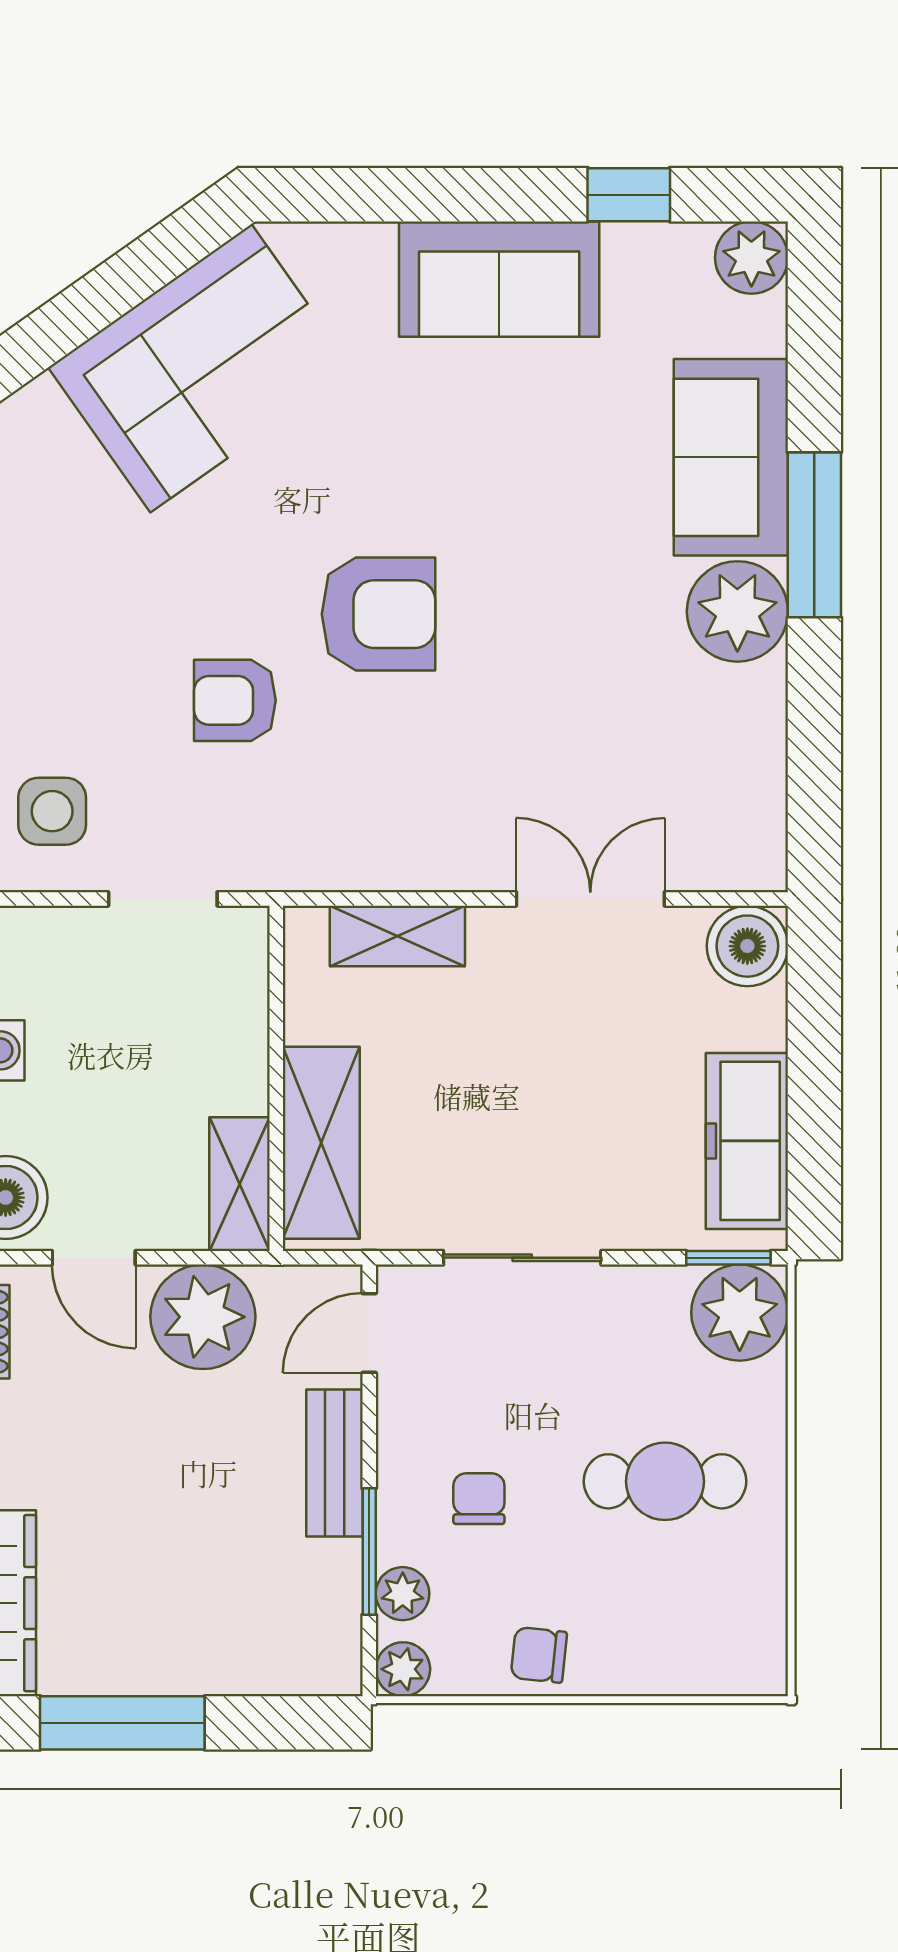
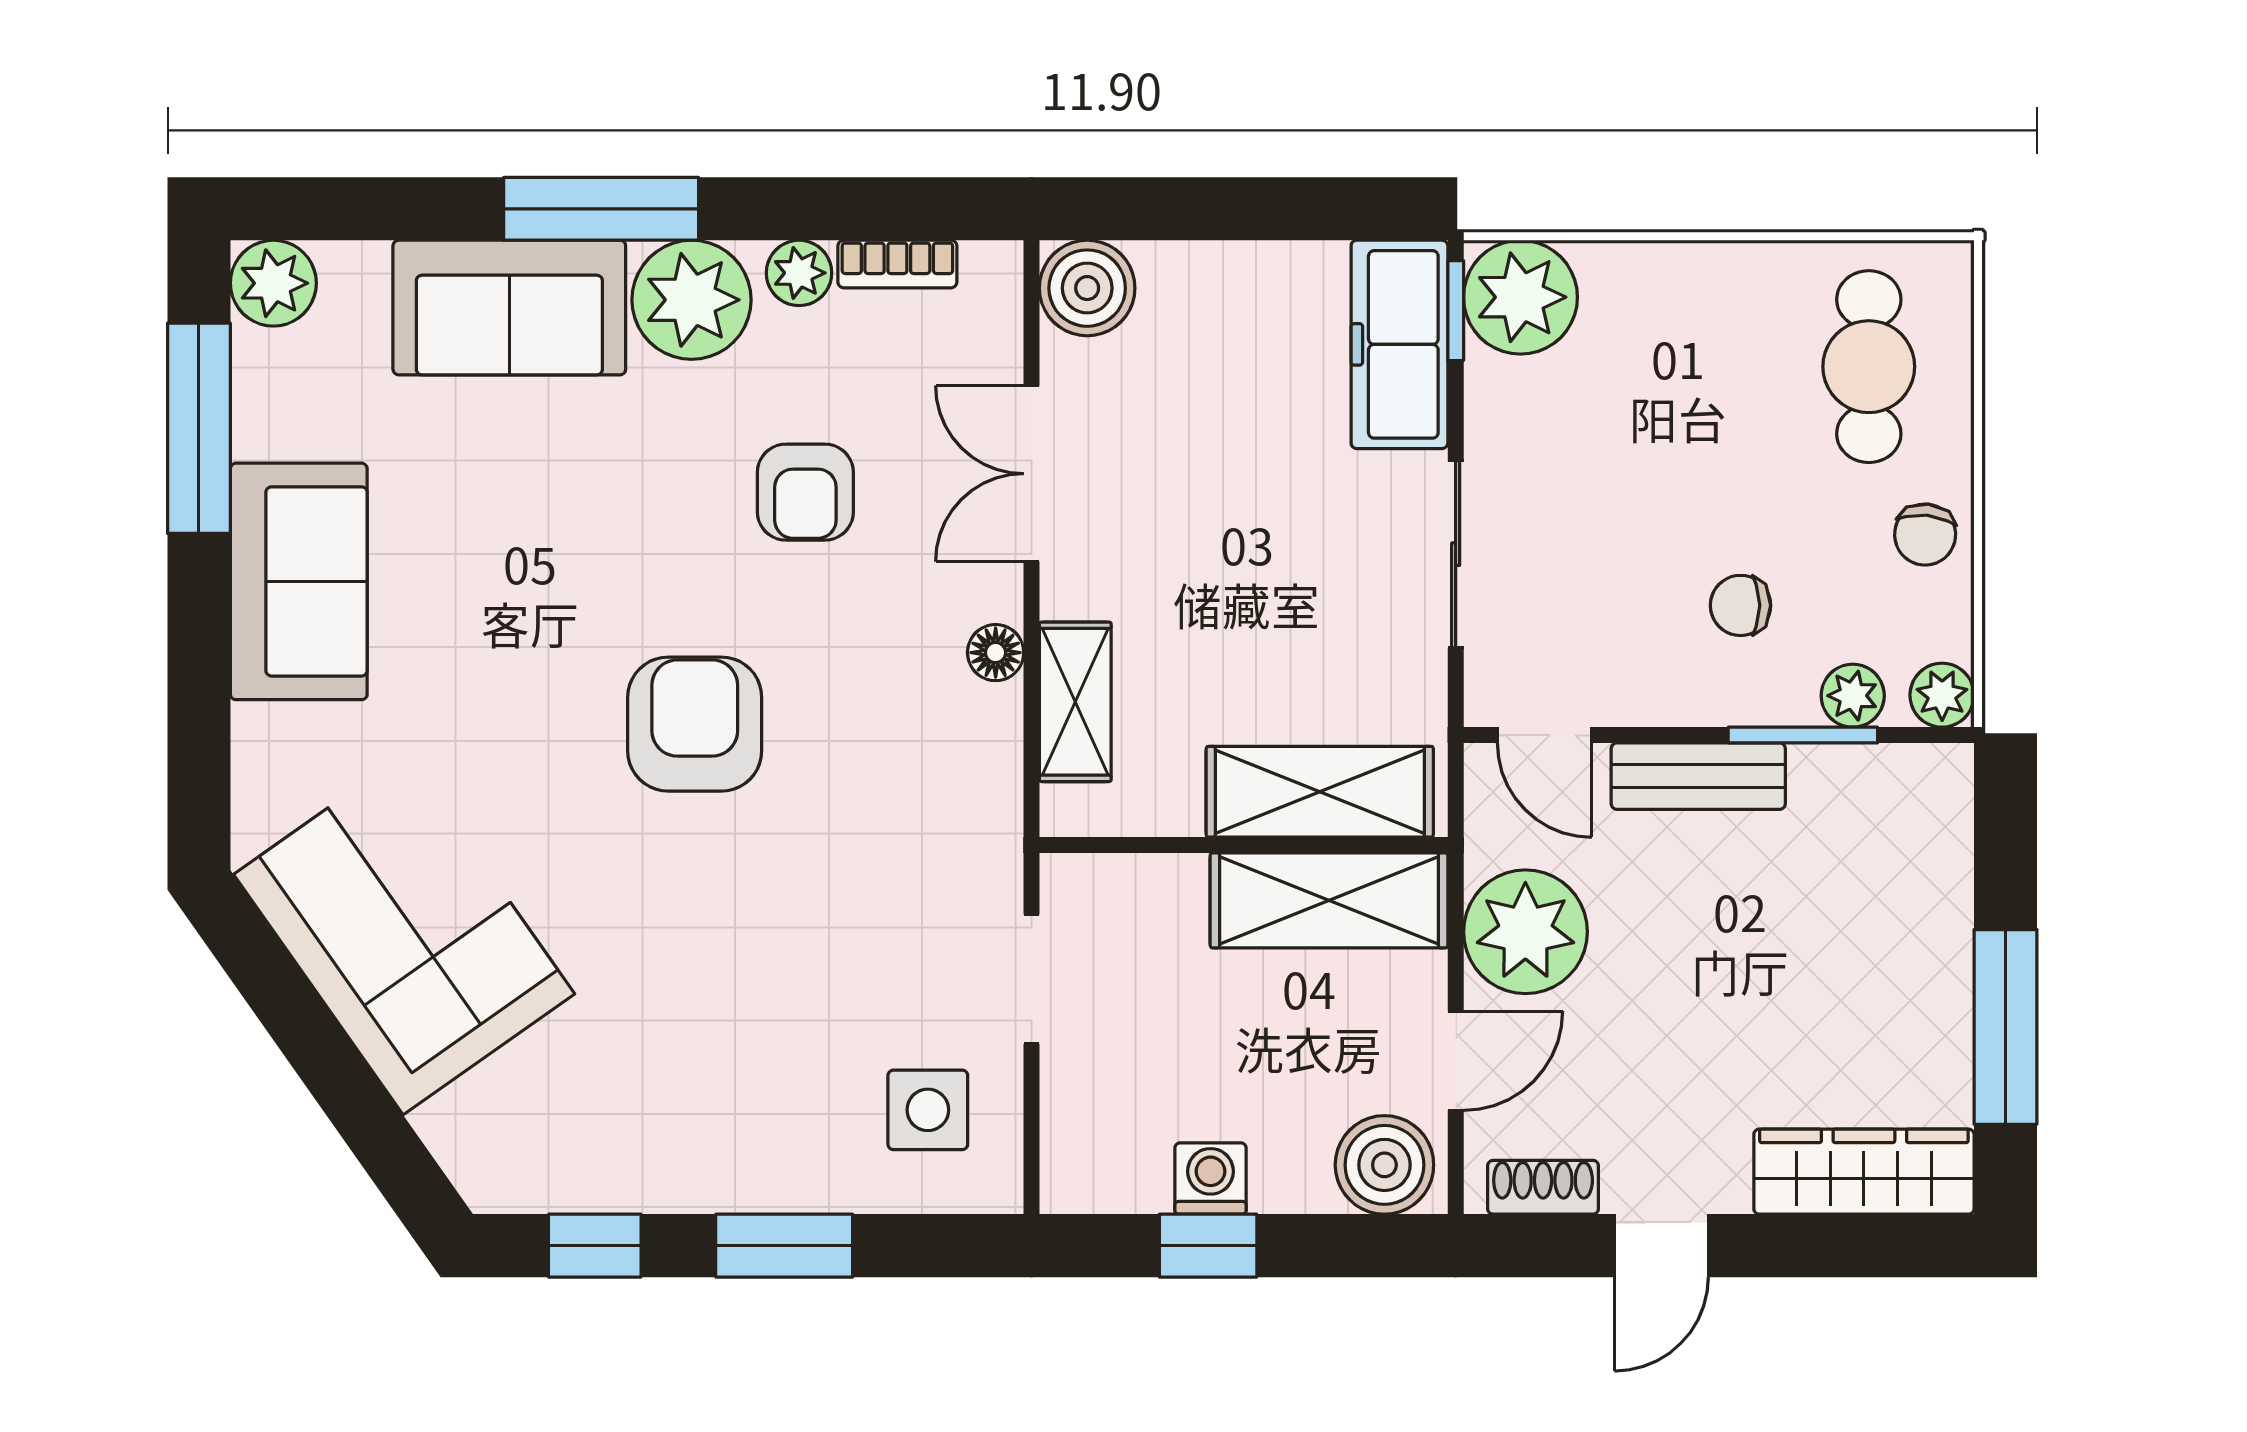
window: (629, 195) -> (199, 428), width x2.17
armchair: (235, 700) -> (805, 492), moved
plant: (760, 702) -> (799, 273), added
bookcase: (768, 786) -> (897, 264), added
floor lamp: (439, 869) -> (996, 653), added
freezer: (747, 1141) -> (1399, 344), moved, turned 90
shelving: (239, 1184) -> (1329, 900), width x1.50, depth x1.33
cafe table: (665, 1481) -> (1869, 367), moved

